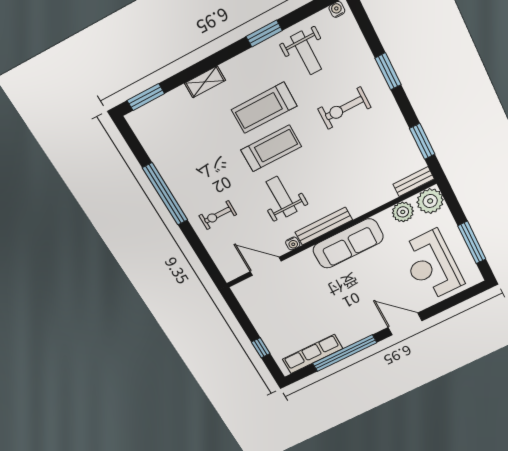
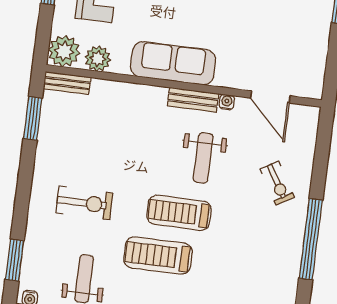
window: (388, 71) -> (15, 260), moved
treadmill: (264, 108) -> (158, 256), turned 180
exercise bike: (218, 215) -> (277, 183), turned 59
bench: (324, 226) -> (193, 100), width x0.73

